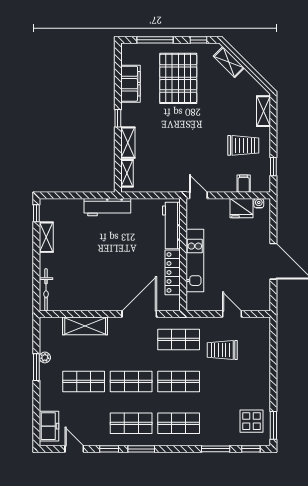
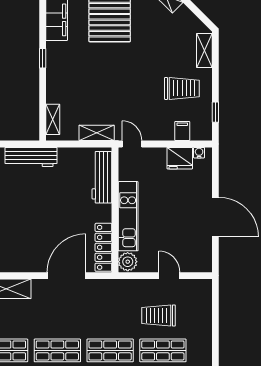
shelving: (128, 143) -> (97, 133), moved, turned 90
locker: (173, 272) -> (103, 247), moved
plant: (194, 301) -> (128, 262), added
shop shelf: (179, 339) -> (163, 350), moved

